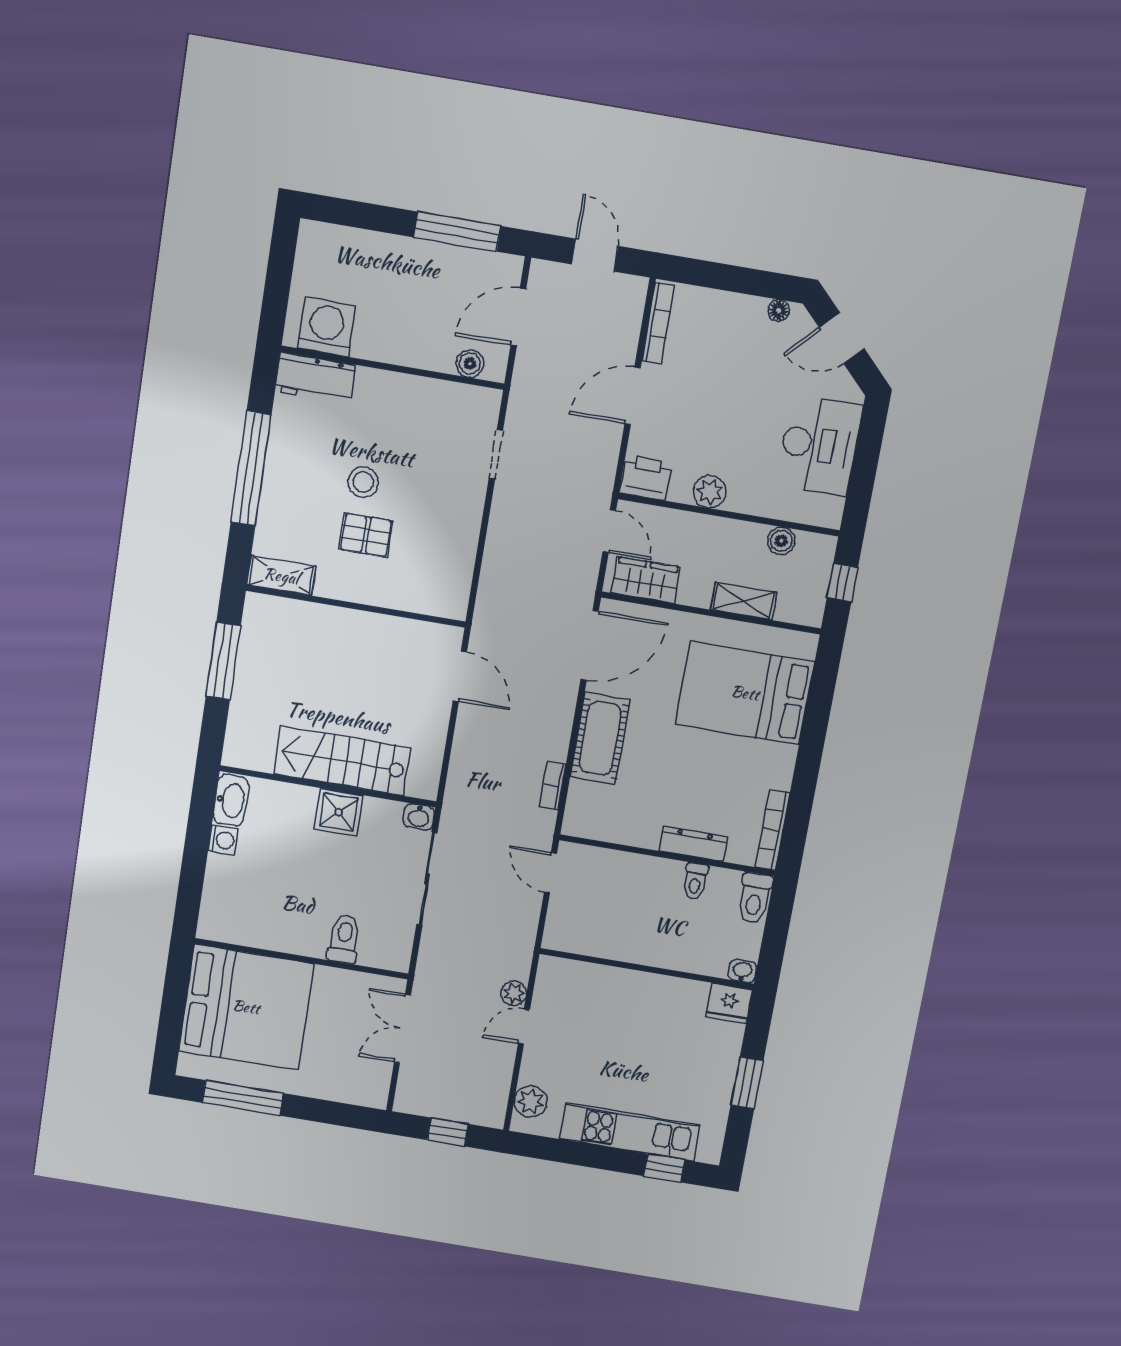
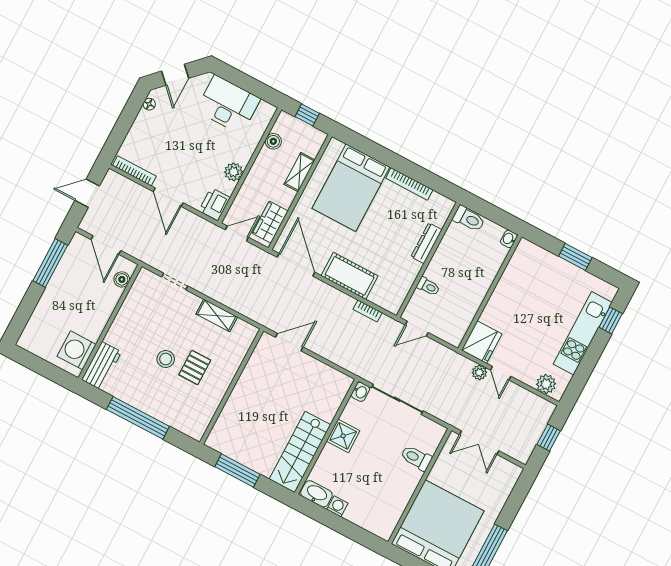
shelving: (281, 576) -> (217, 315), moved, turned 90
stairs: (342, 761) -> (300, 452), moved
bookcase: (772, 830) -> (409, 184), moved
toilet: (695, 881) -> (428, 286), moved
fridge: (729, 1003) -> (482, 342), moved, width x1.36, depth x1.34

